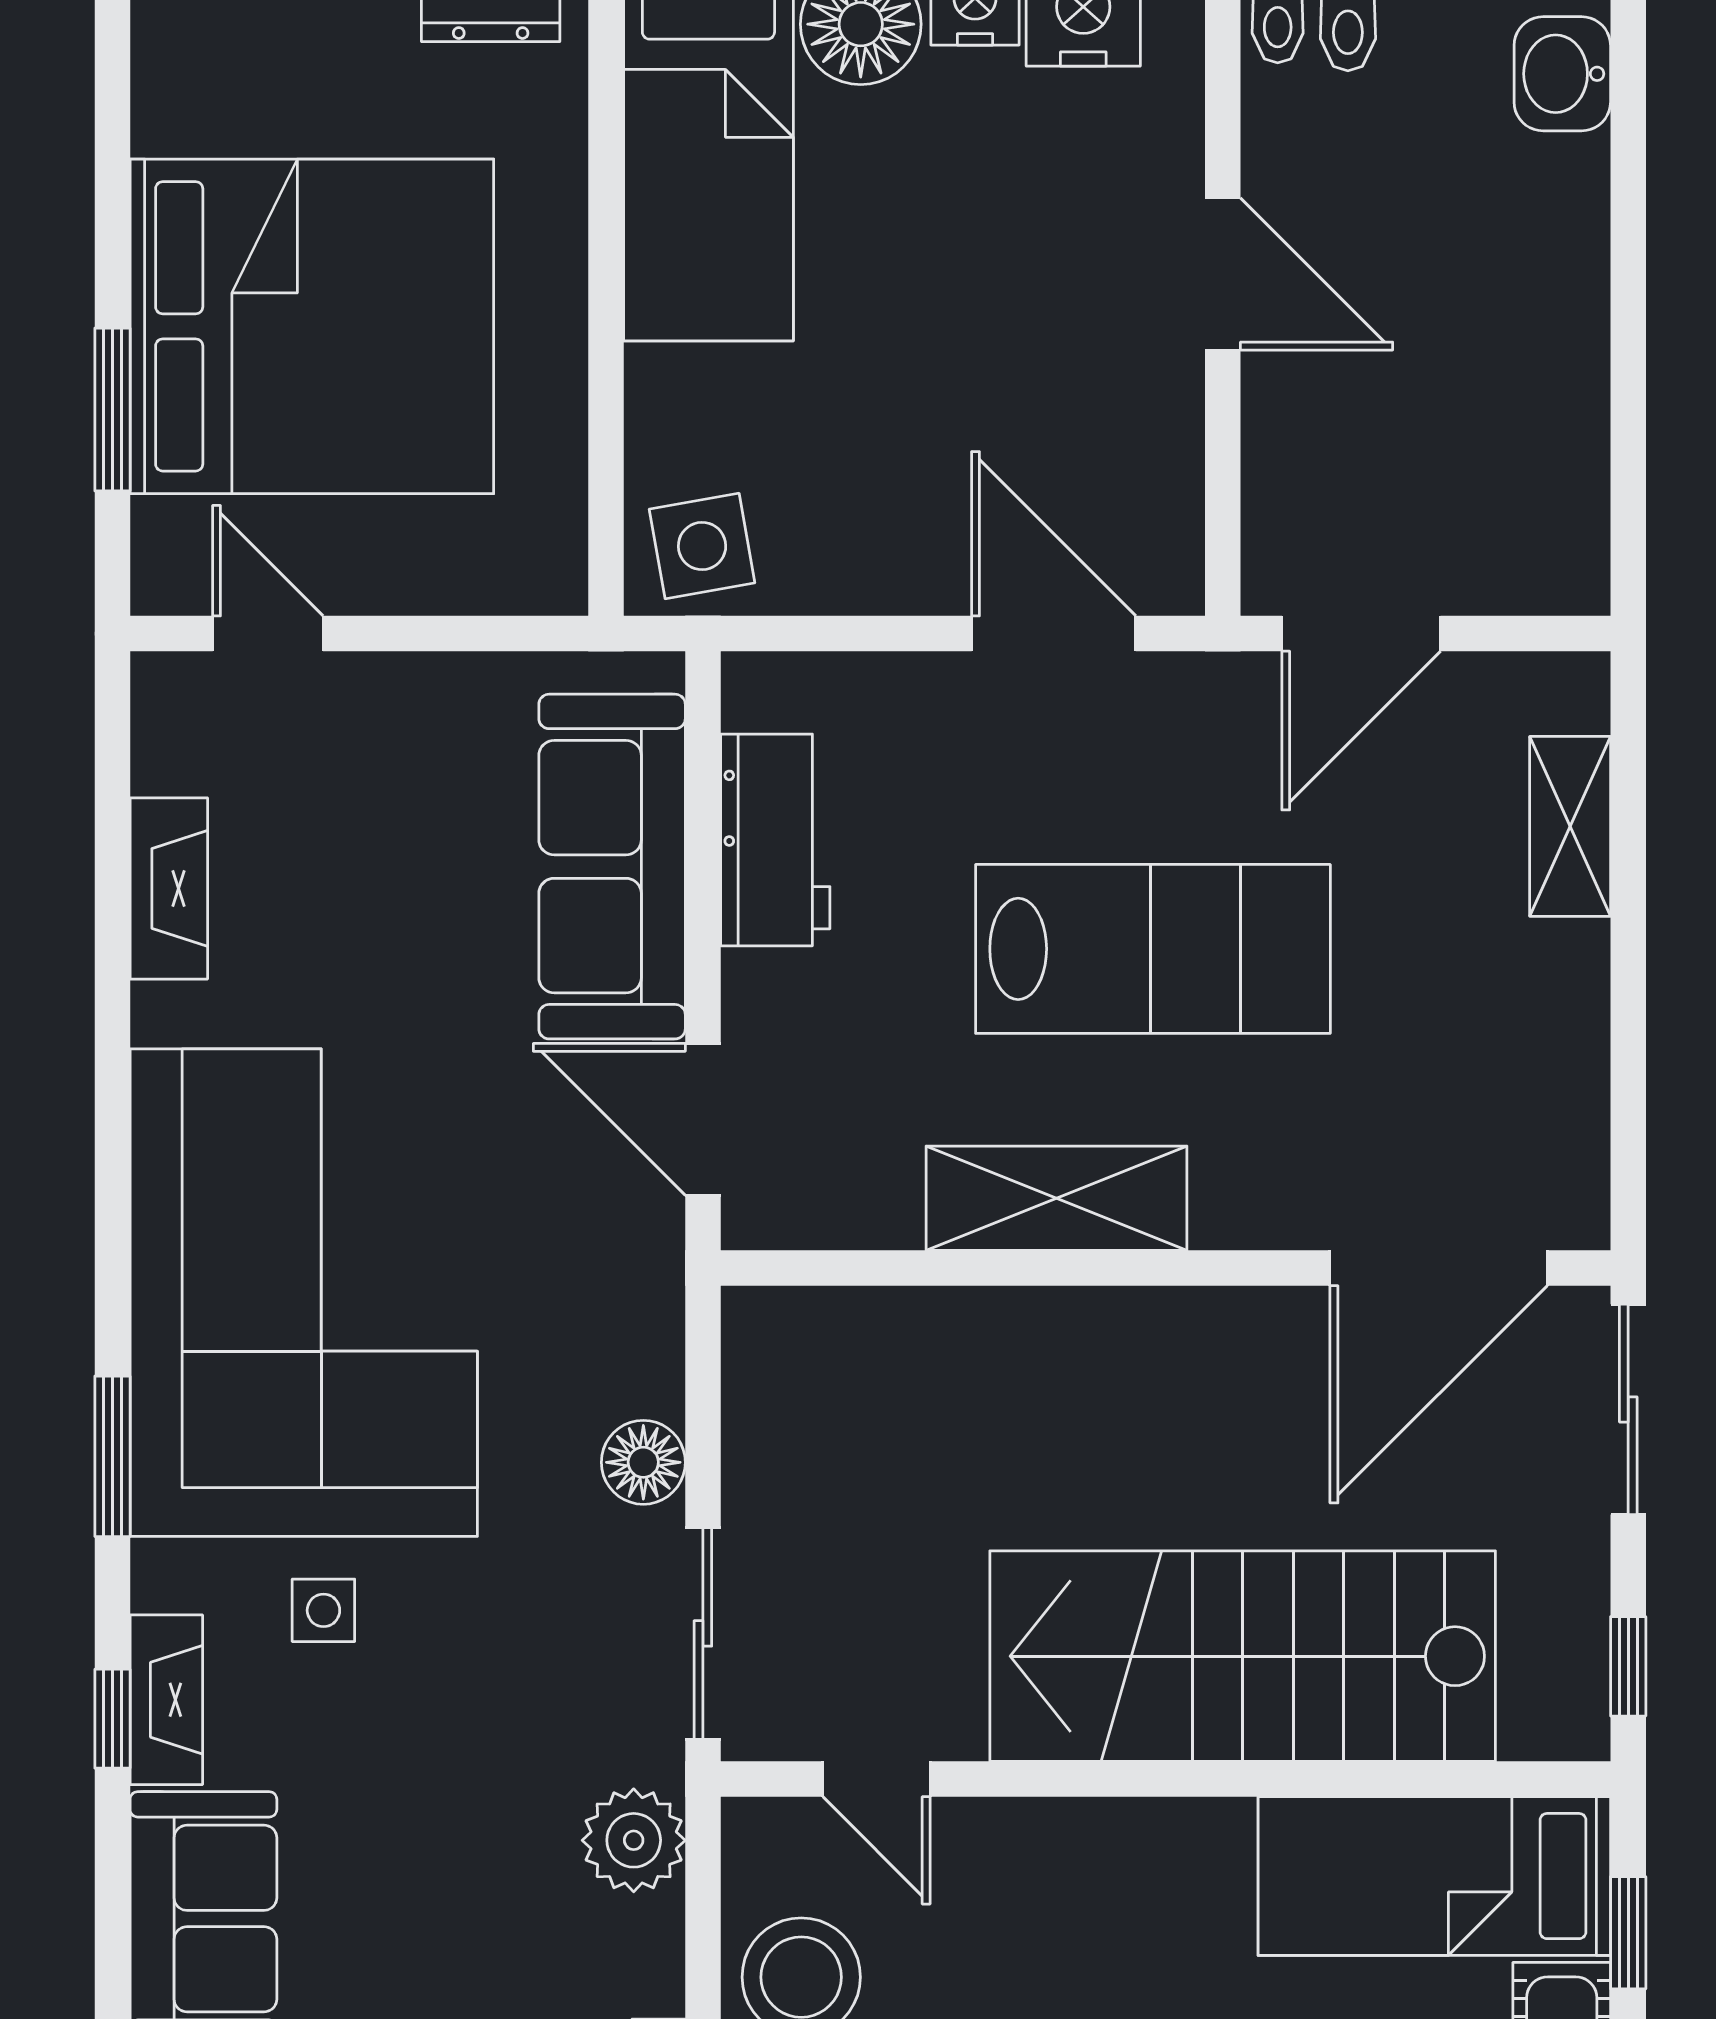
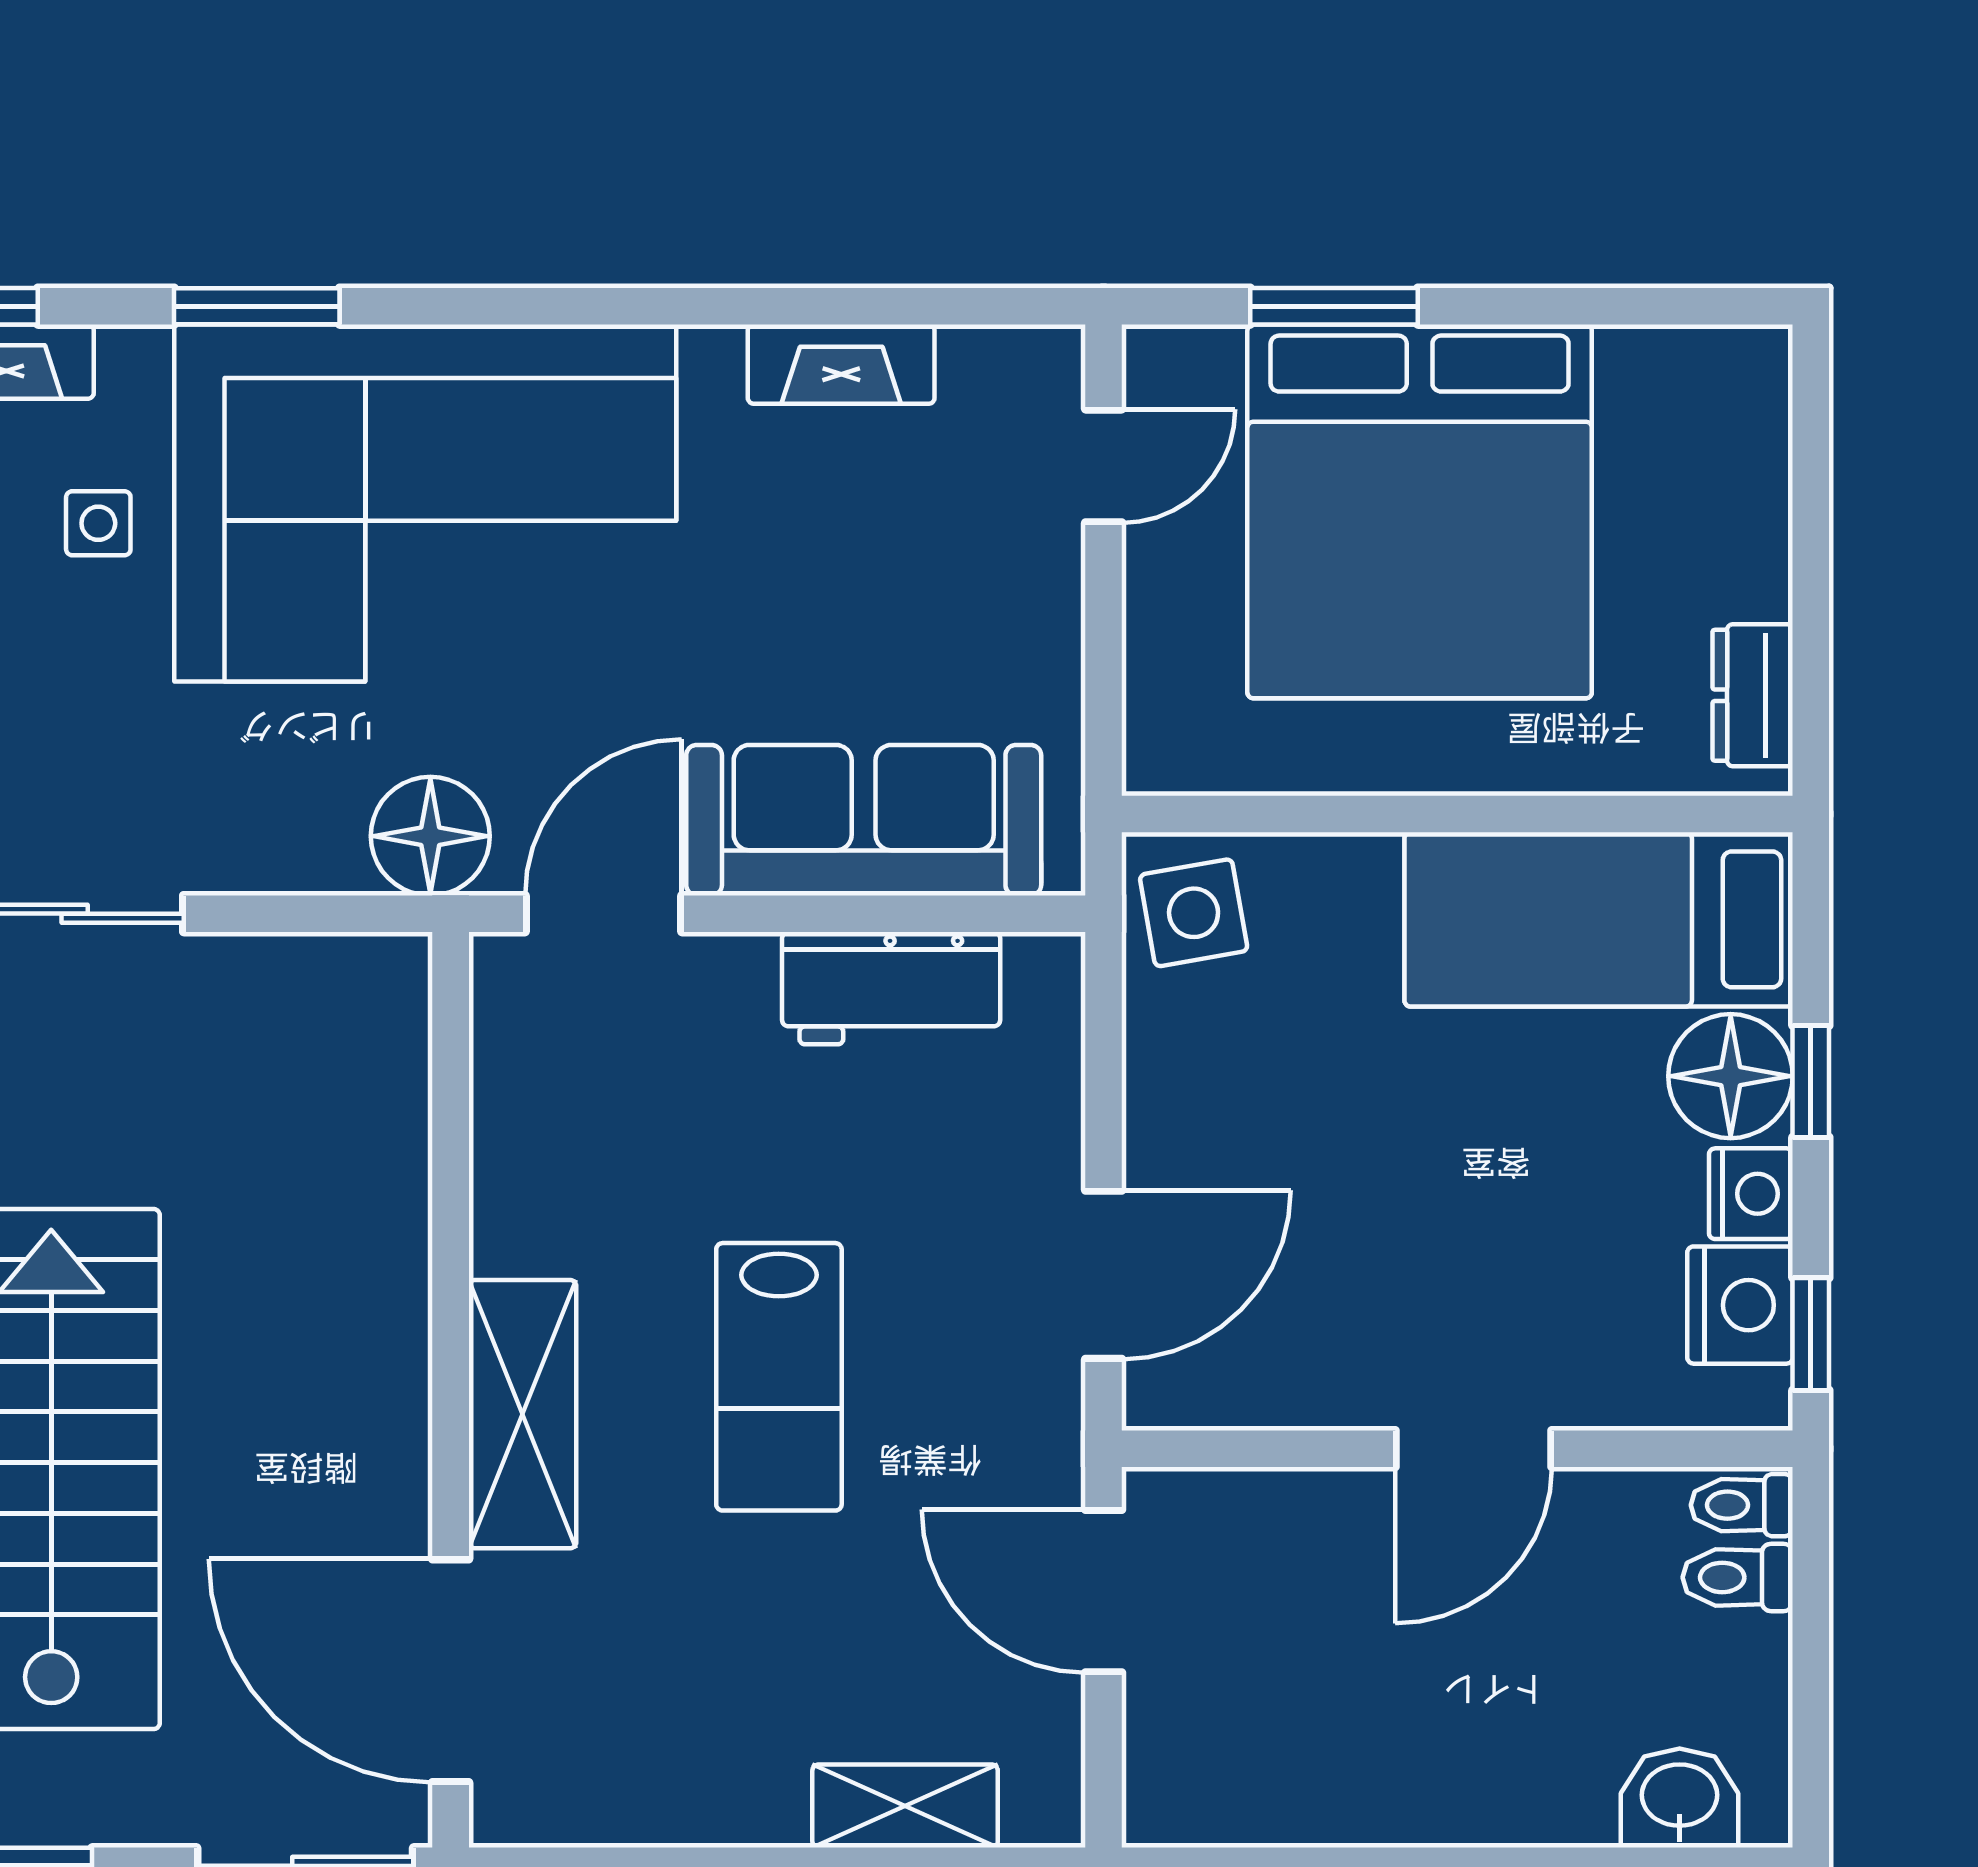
lab bench: (1153, 949) -> (779, 1377), width x0.73, depth x0.72
shelving: (1056, 1198) -> (522, 1414), moved
floor lamp: (643, 1462) -> (430, 836), moved, width x1.38, depth x1.38

